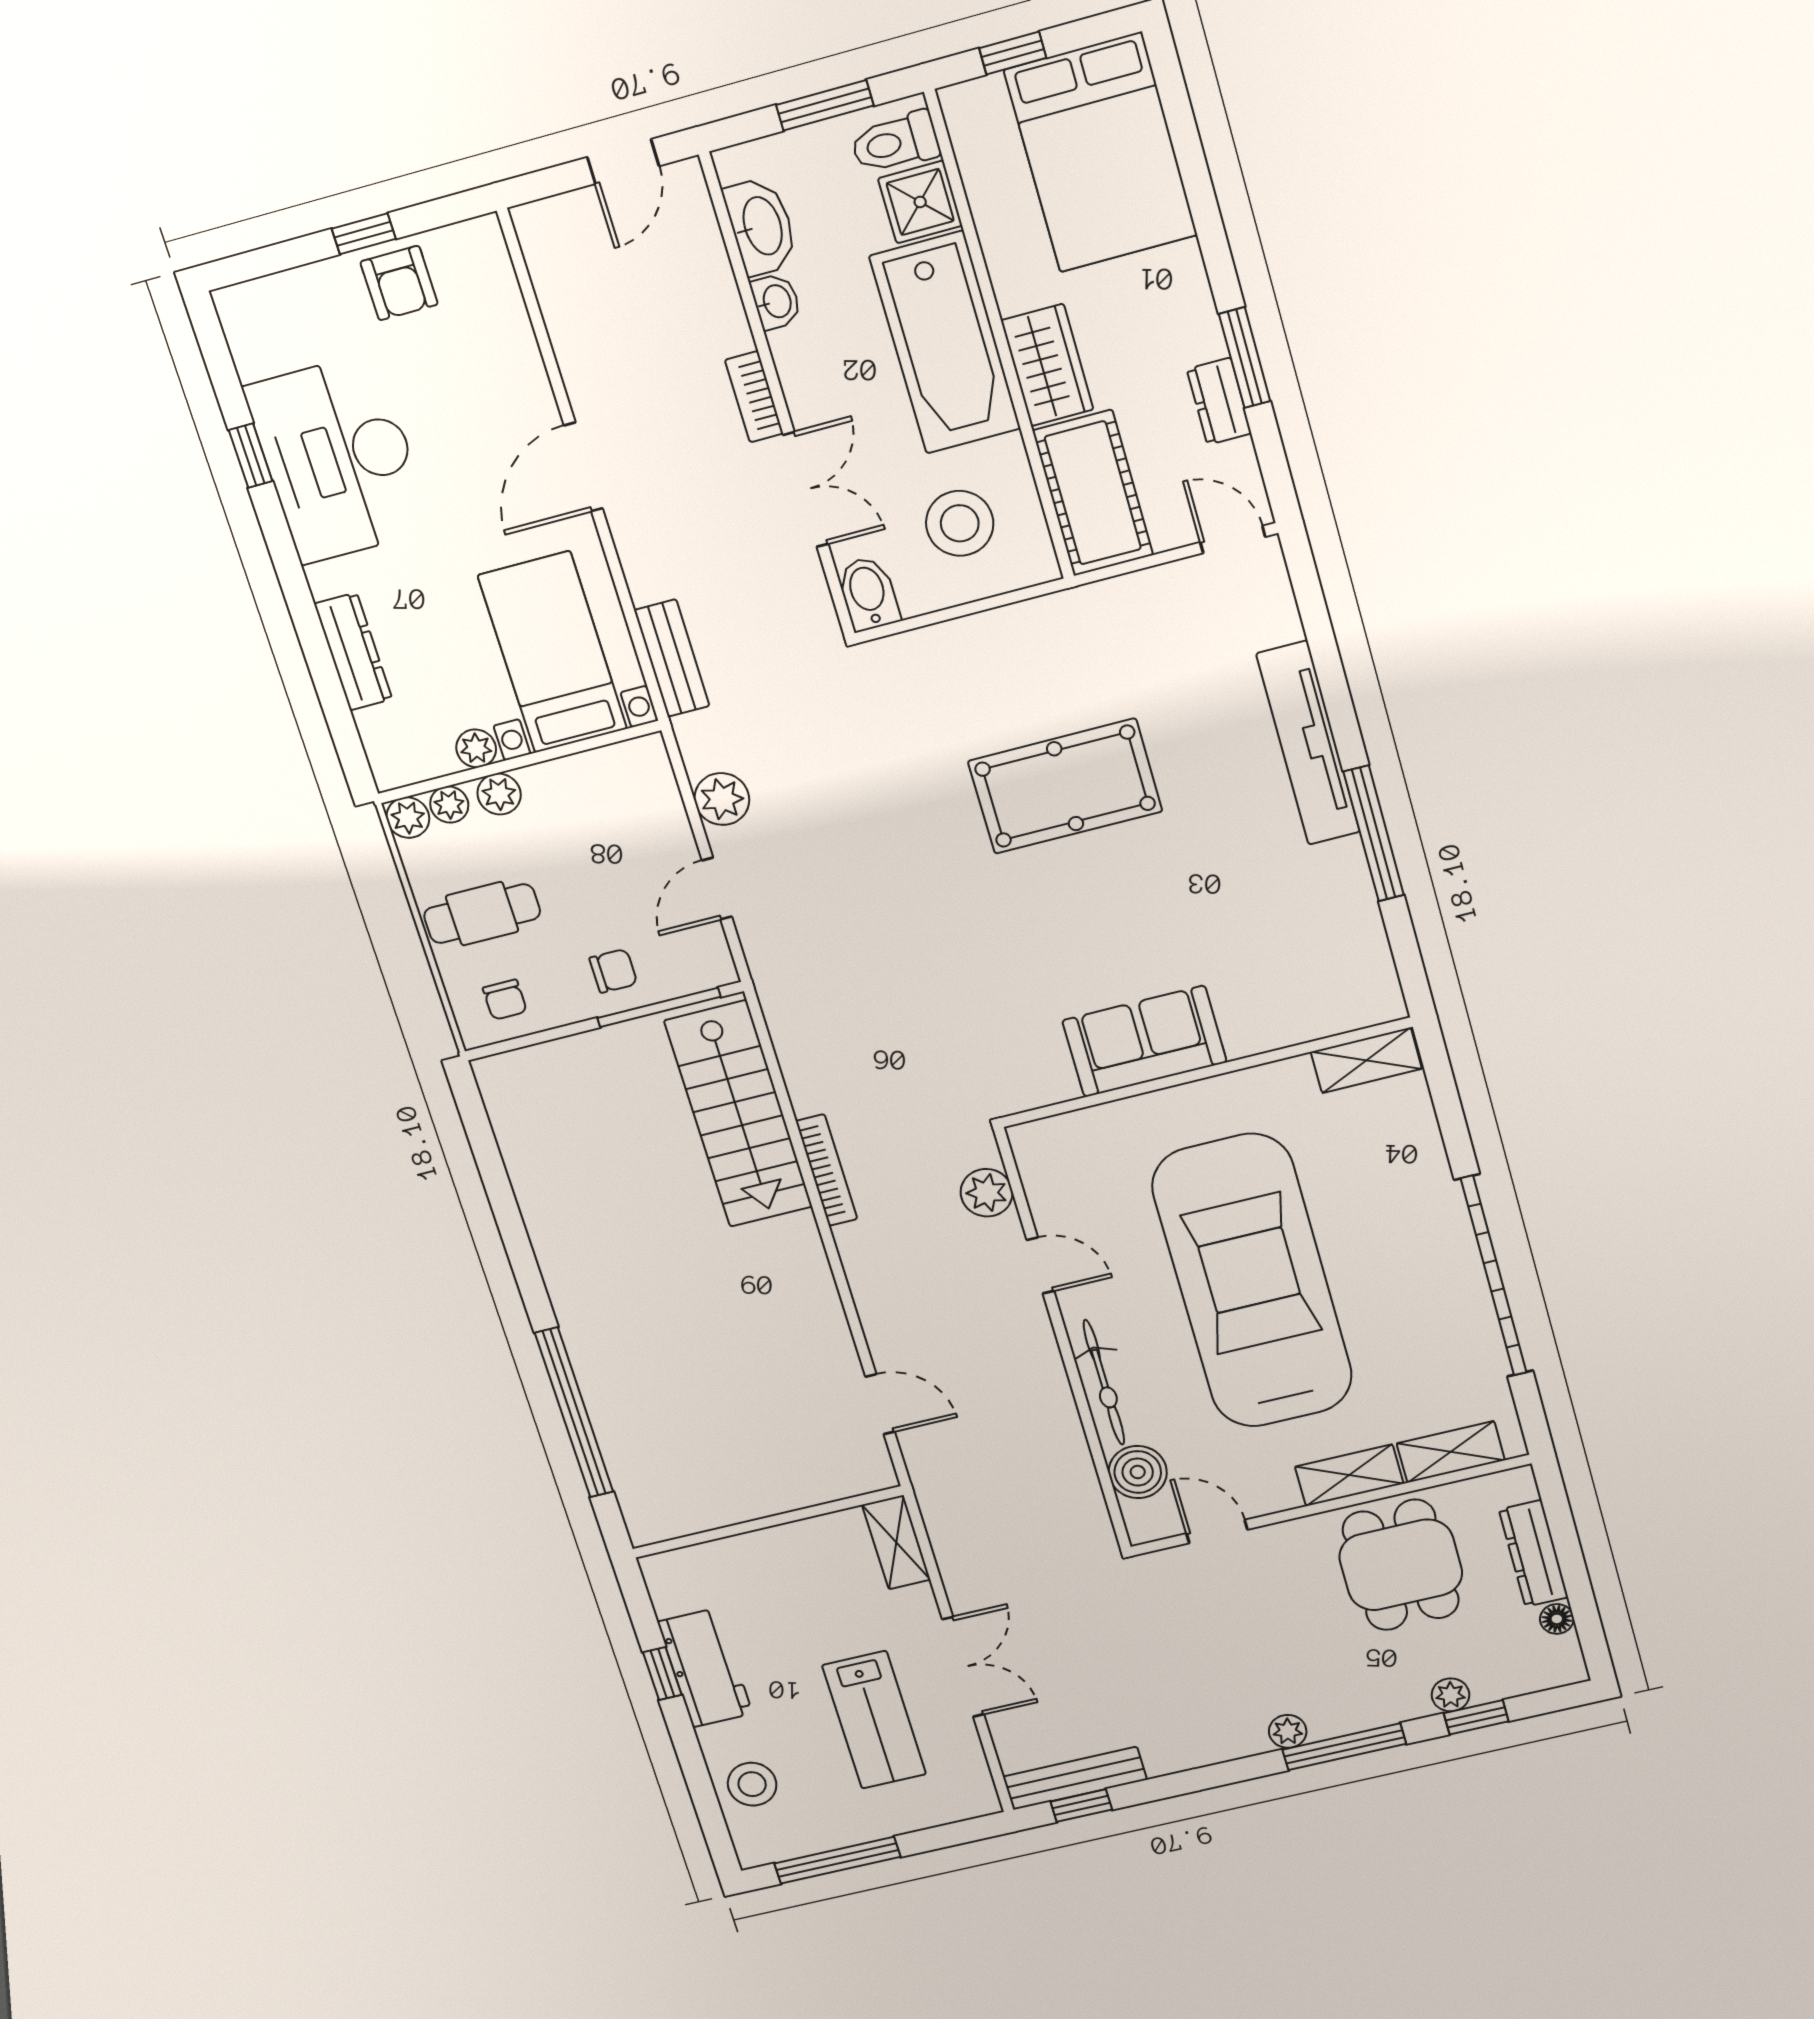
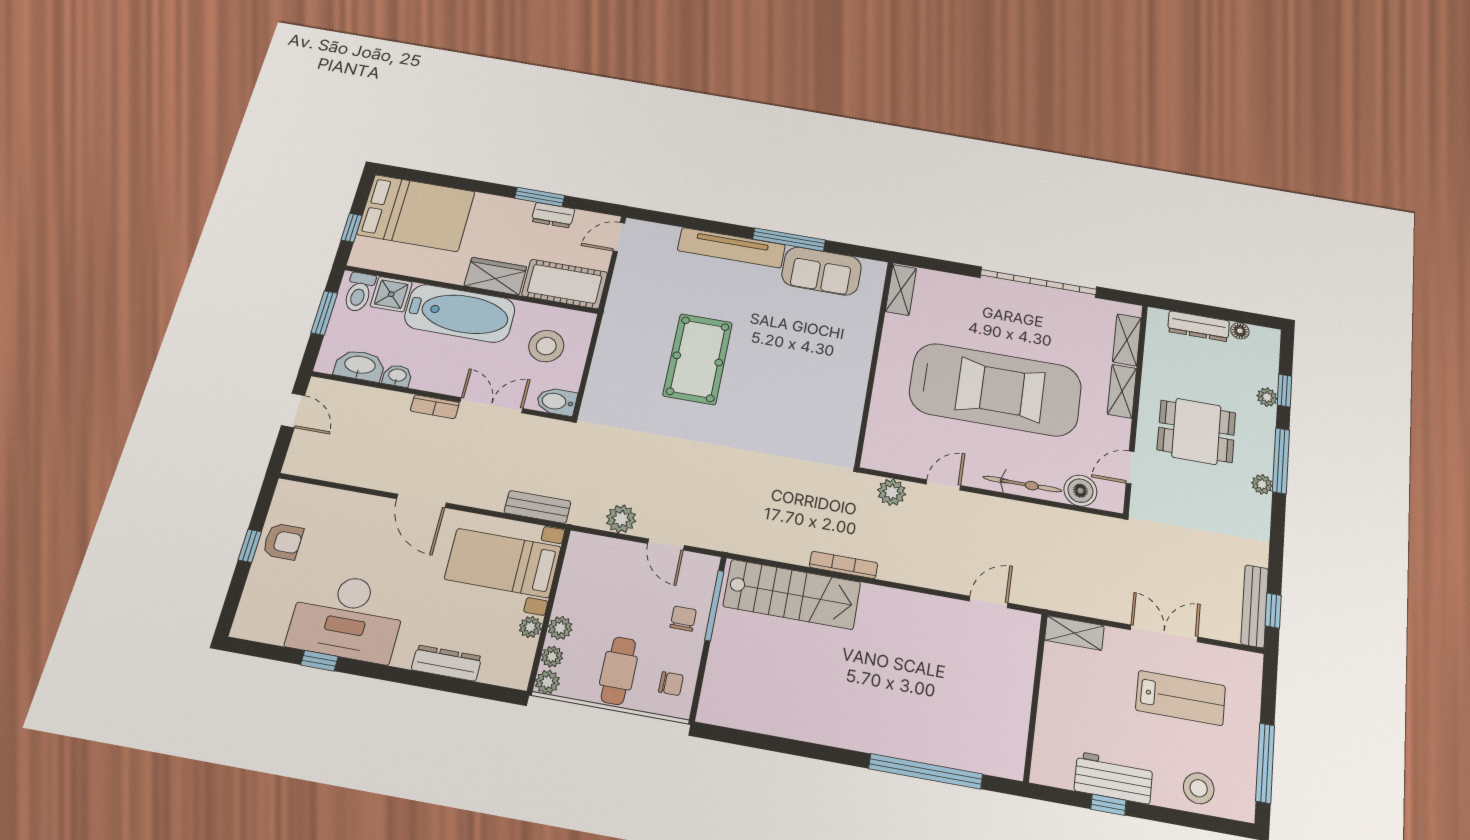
sofa: (1144, 1041) -> (822, 271), moved, turned -90
car: (1252, 1281) -> (995, 390), turned 180
dining table: (1401, 1565) -> (1196, 431), moved

